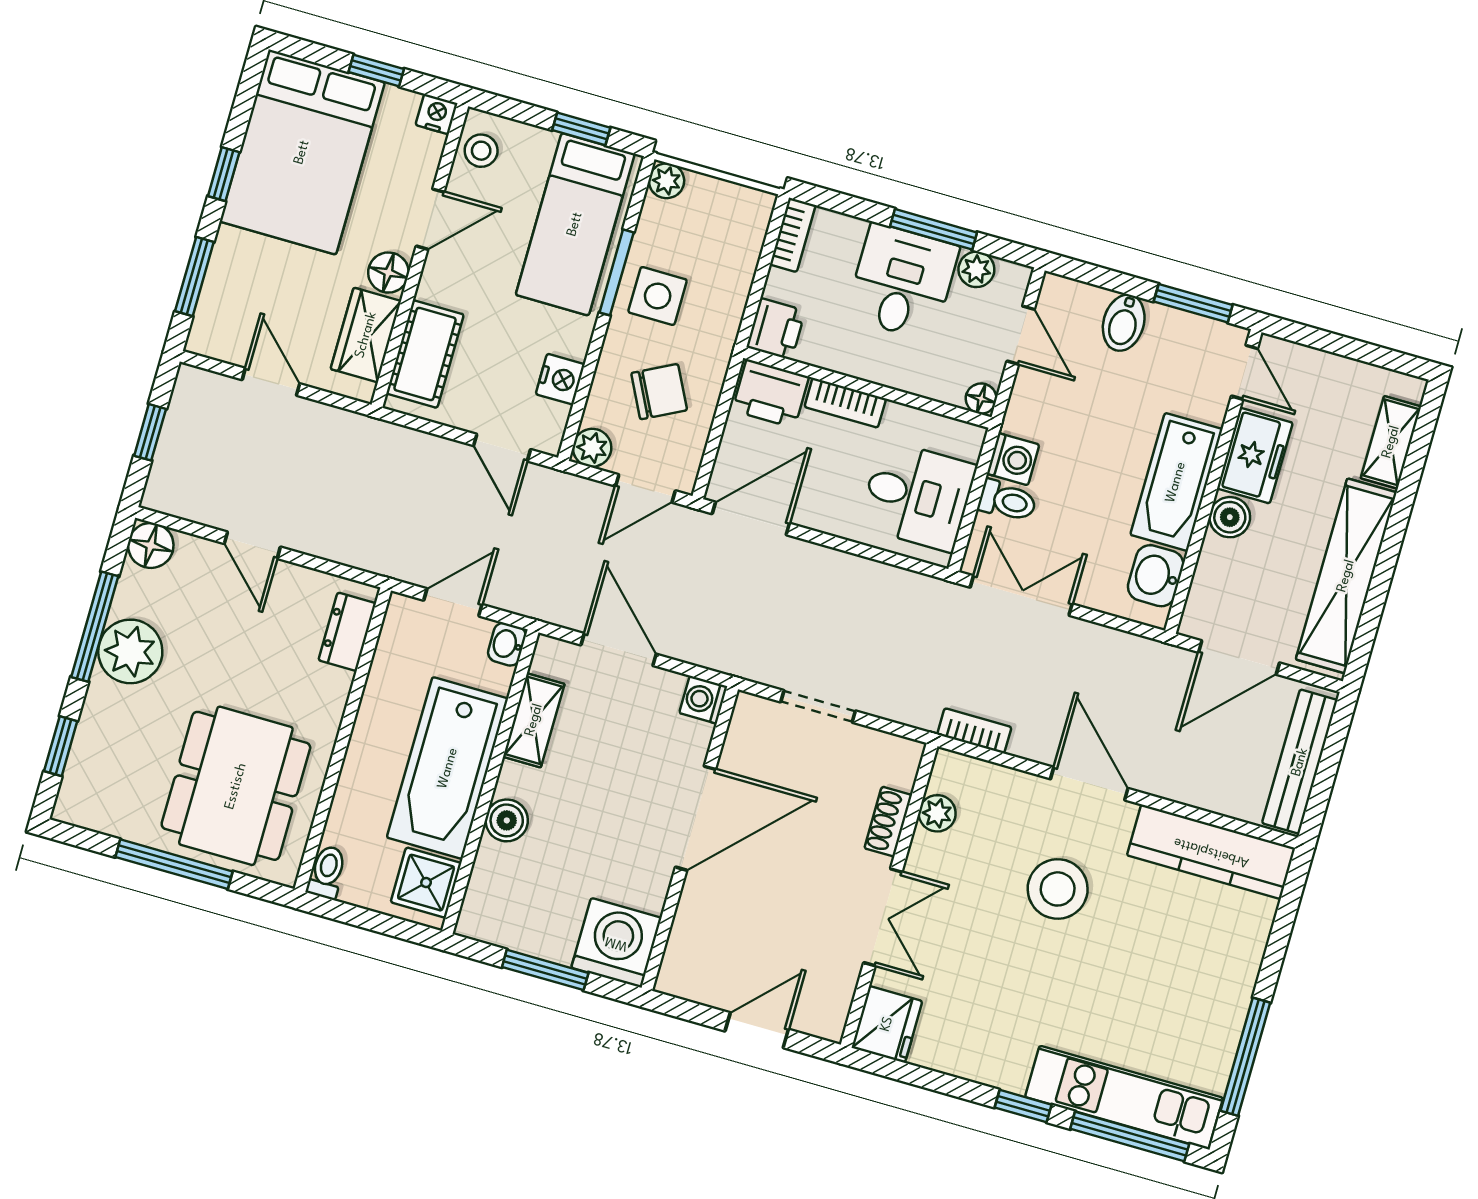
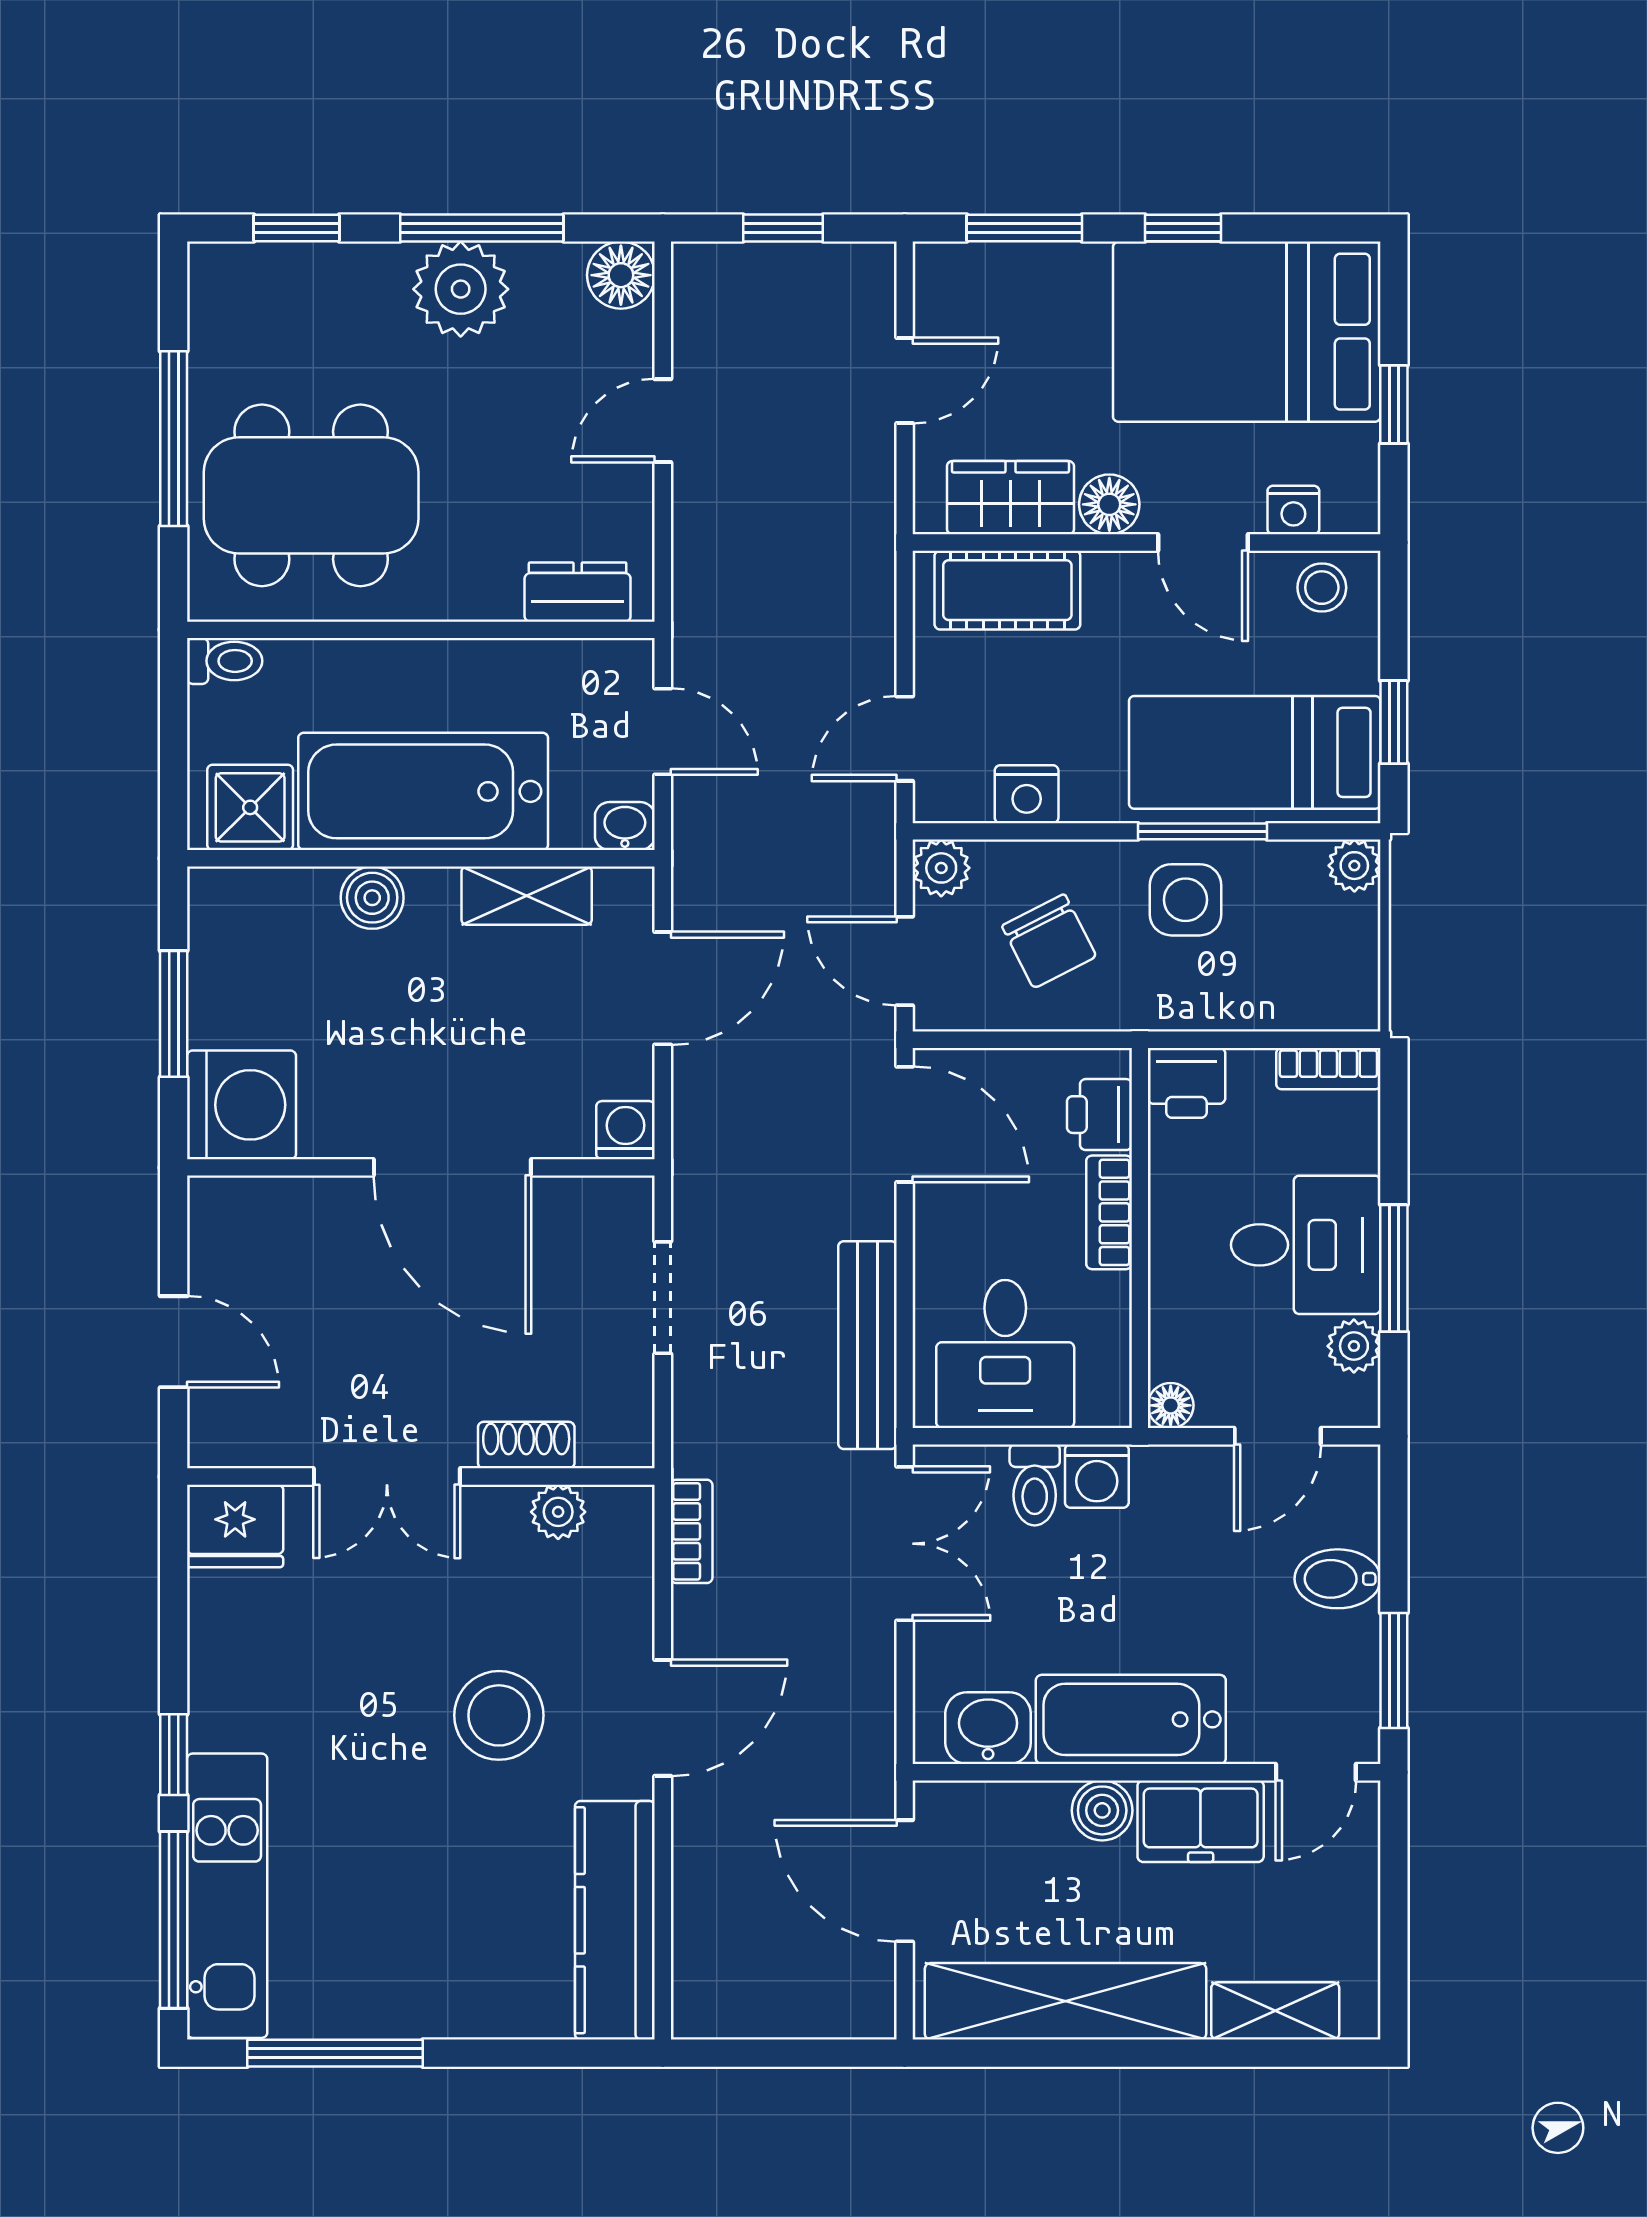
nightstand: (436, 114) -> (1293, 510), moved, turned 90
printer: (771, 394) -> (1099, 1115), width x0.73, depth x0.81
bench: (1300, 762) -> (867, 1345), moved, turned 90

